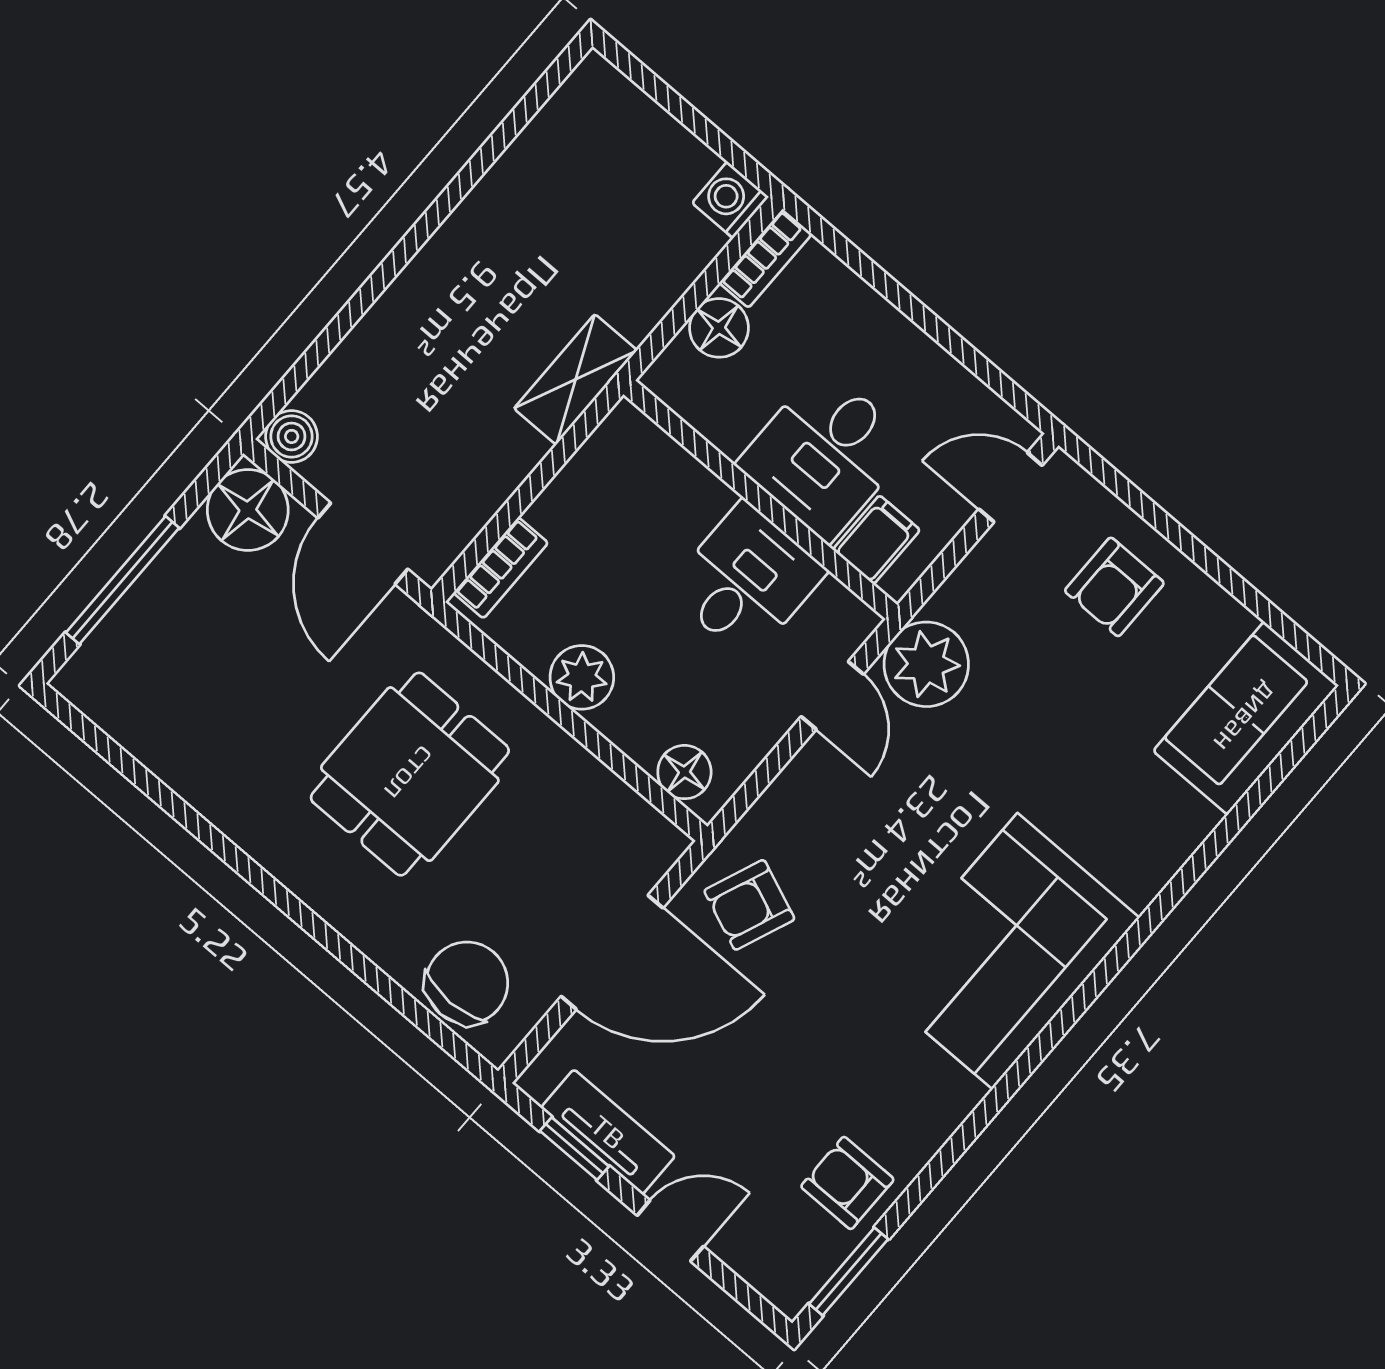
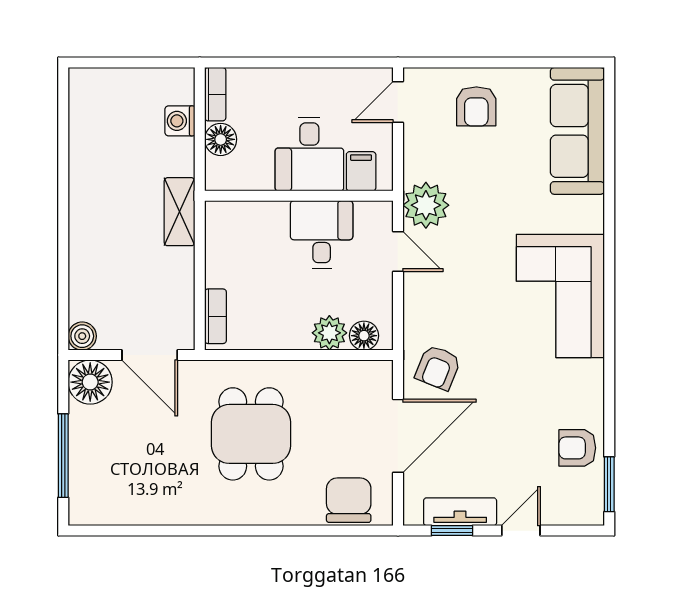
washing machine: (730, 200) -> (180, 121), moved
plant: (582, 677) -> (329, 333), moved
sofa: (1246, 718) -> (577, 131), width x1.36

